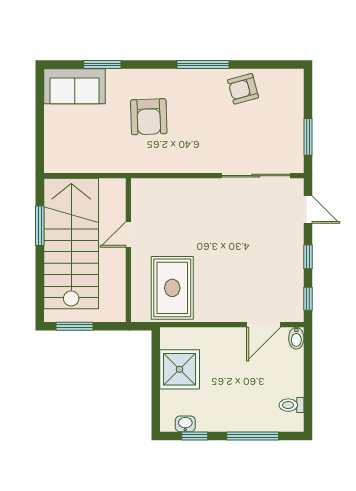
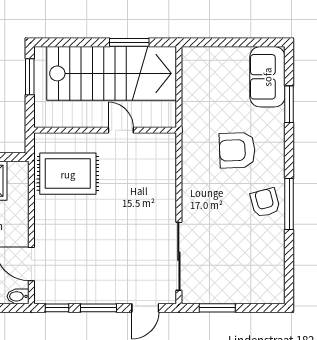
armchair: (243, 89) -> (265, 203), moved
window: (308, 257) -> (98, 308), width x1.50

